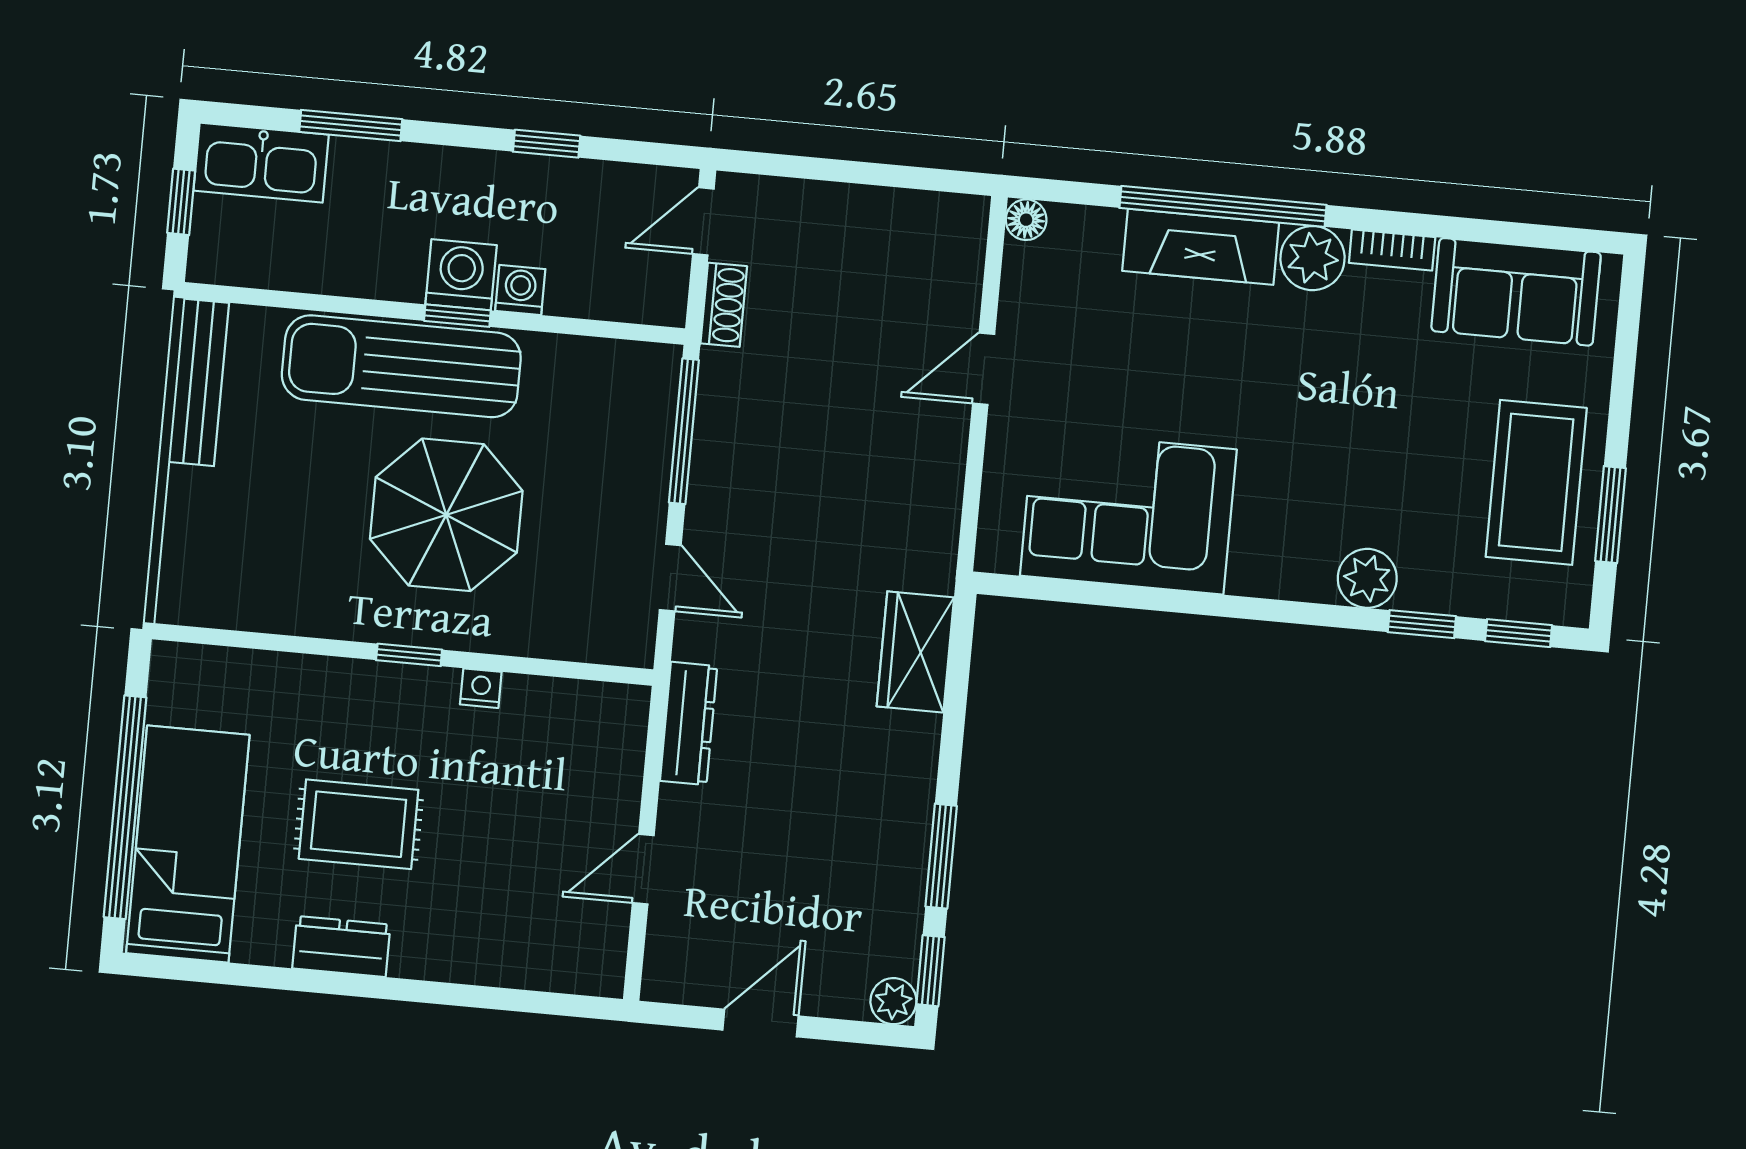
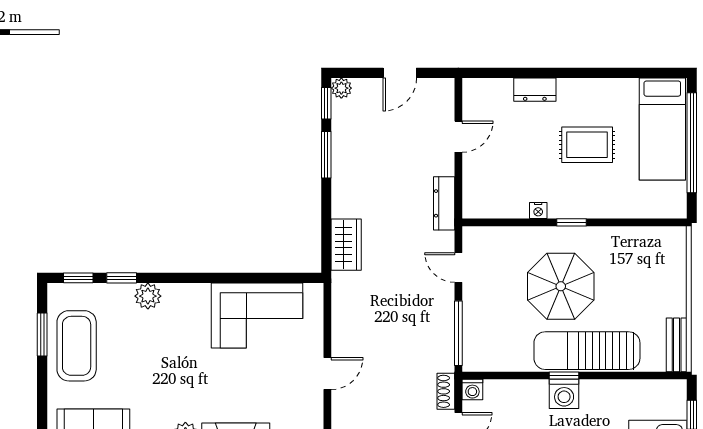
washing machine: (520, 290) -> (472, 390), moved
sun lounger: (401, 366) -> (587, 351), turned 180
bench: (199, 382) -> (677, 345), width x0.73
dresser: (341, 947) -> (535, 90), moved

